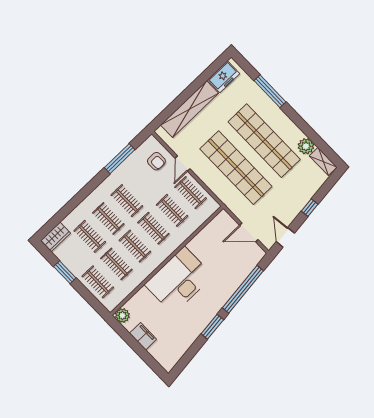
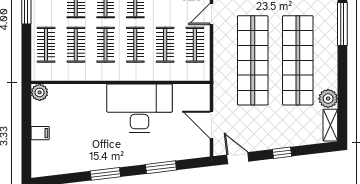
door: (285, 237) -> (238, 158), hinge flipped
desk: (179, 280) -> (139, 108), moved
window: (243, 289) -> (161, 167), width x0.47
filing cabinet: (143, 336) -> (40, 133), width x0.50

